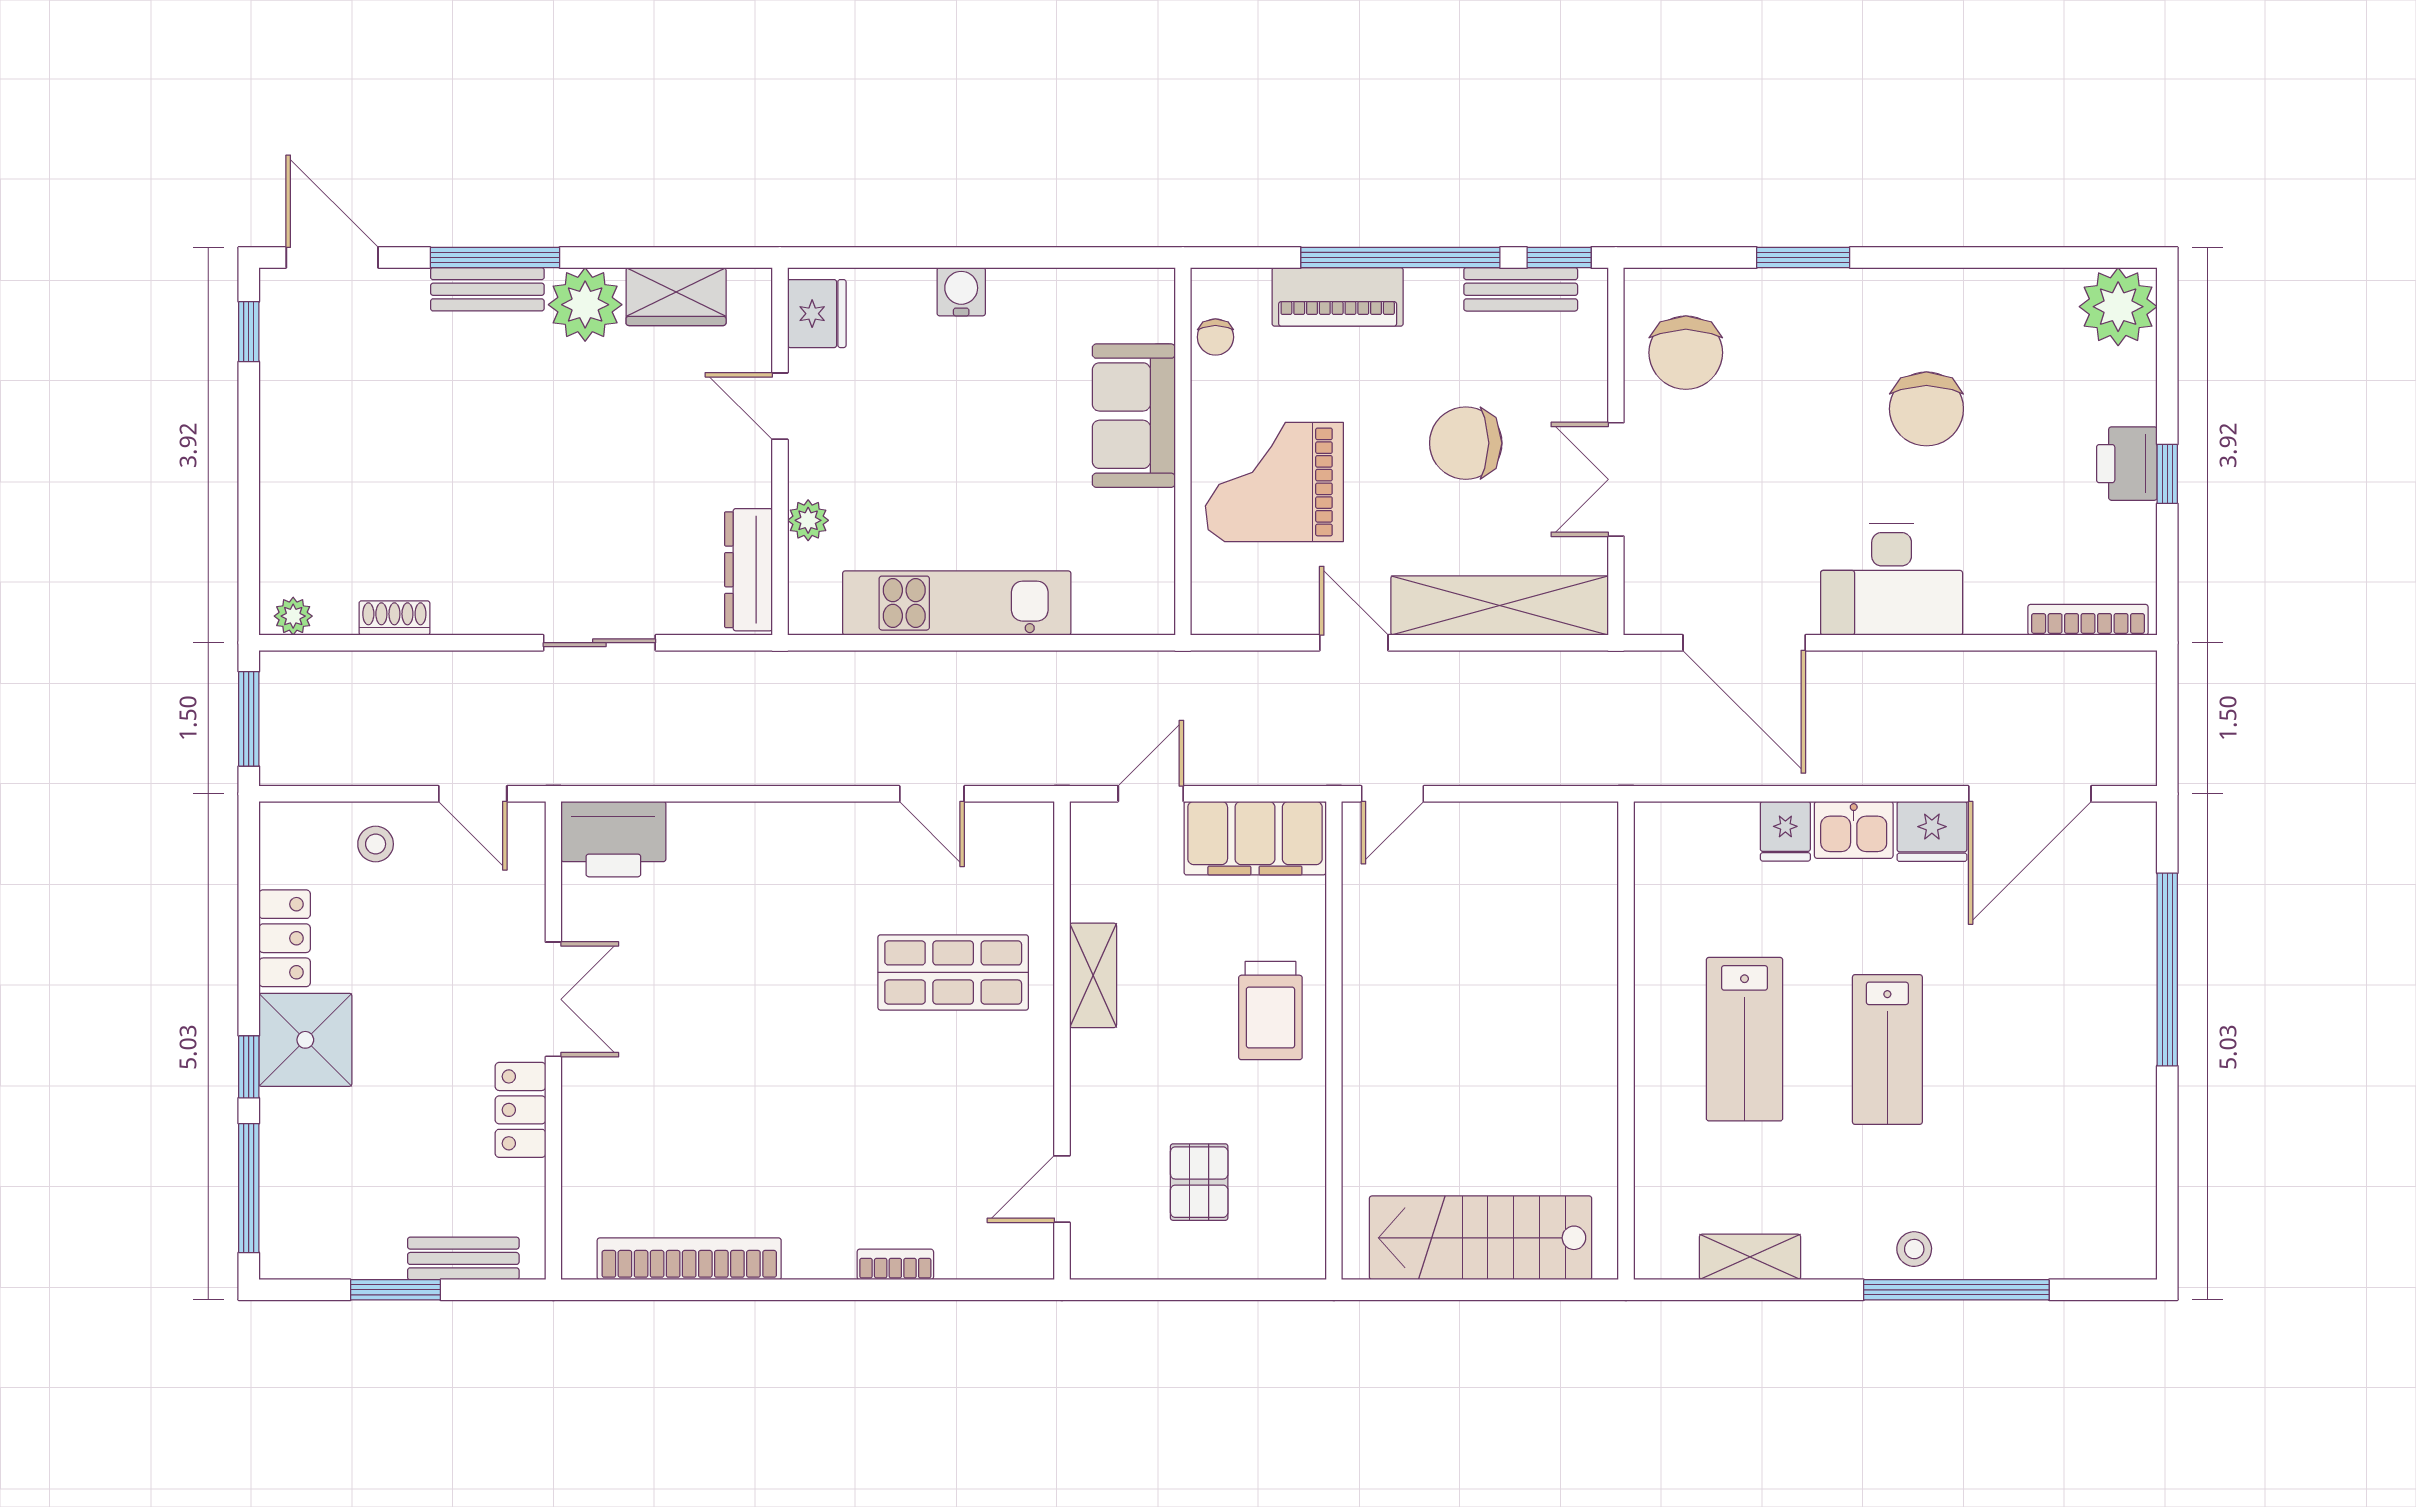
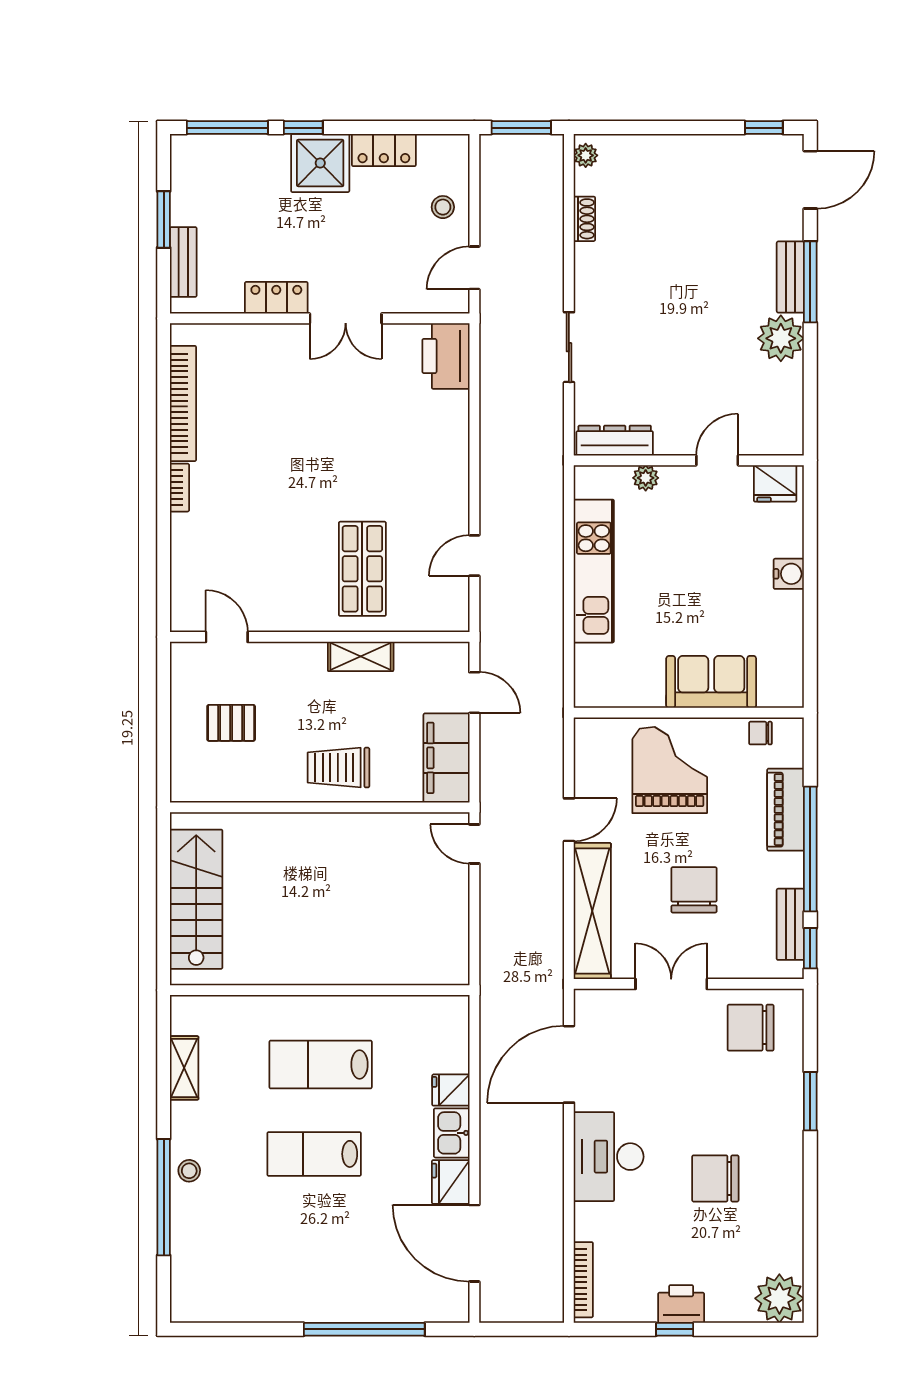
wardrobe: (676, 297) -> (786, 395), removed
bookcase: (895, 1264) -> (180, 488), moved

